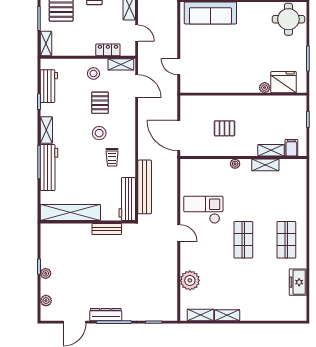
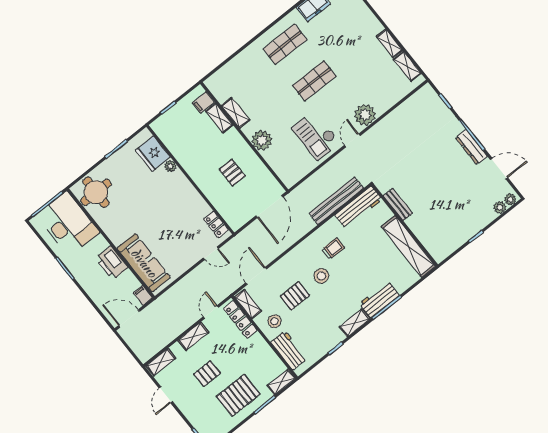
locker: (108, 50) -> (240, 320), width x1.53
door: (179, 67) -> (211, 253), hinge flipped
workbench: (49, 86) -> (289, 350), moved, turned 90
locker: (197, 87) -> (216, 224), added
plant: (235, 164) -> (262, 140), width x1.88, depth x1.88
workbench: (49, 168) -> (379, 299), width x0.73
plant: (46, 273) -> (510, 199), moved
plant: (190, 280) -> (365, 115), moved

